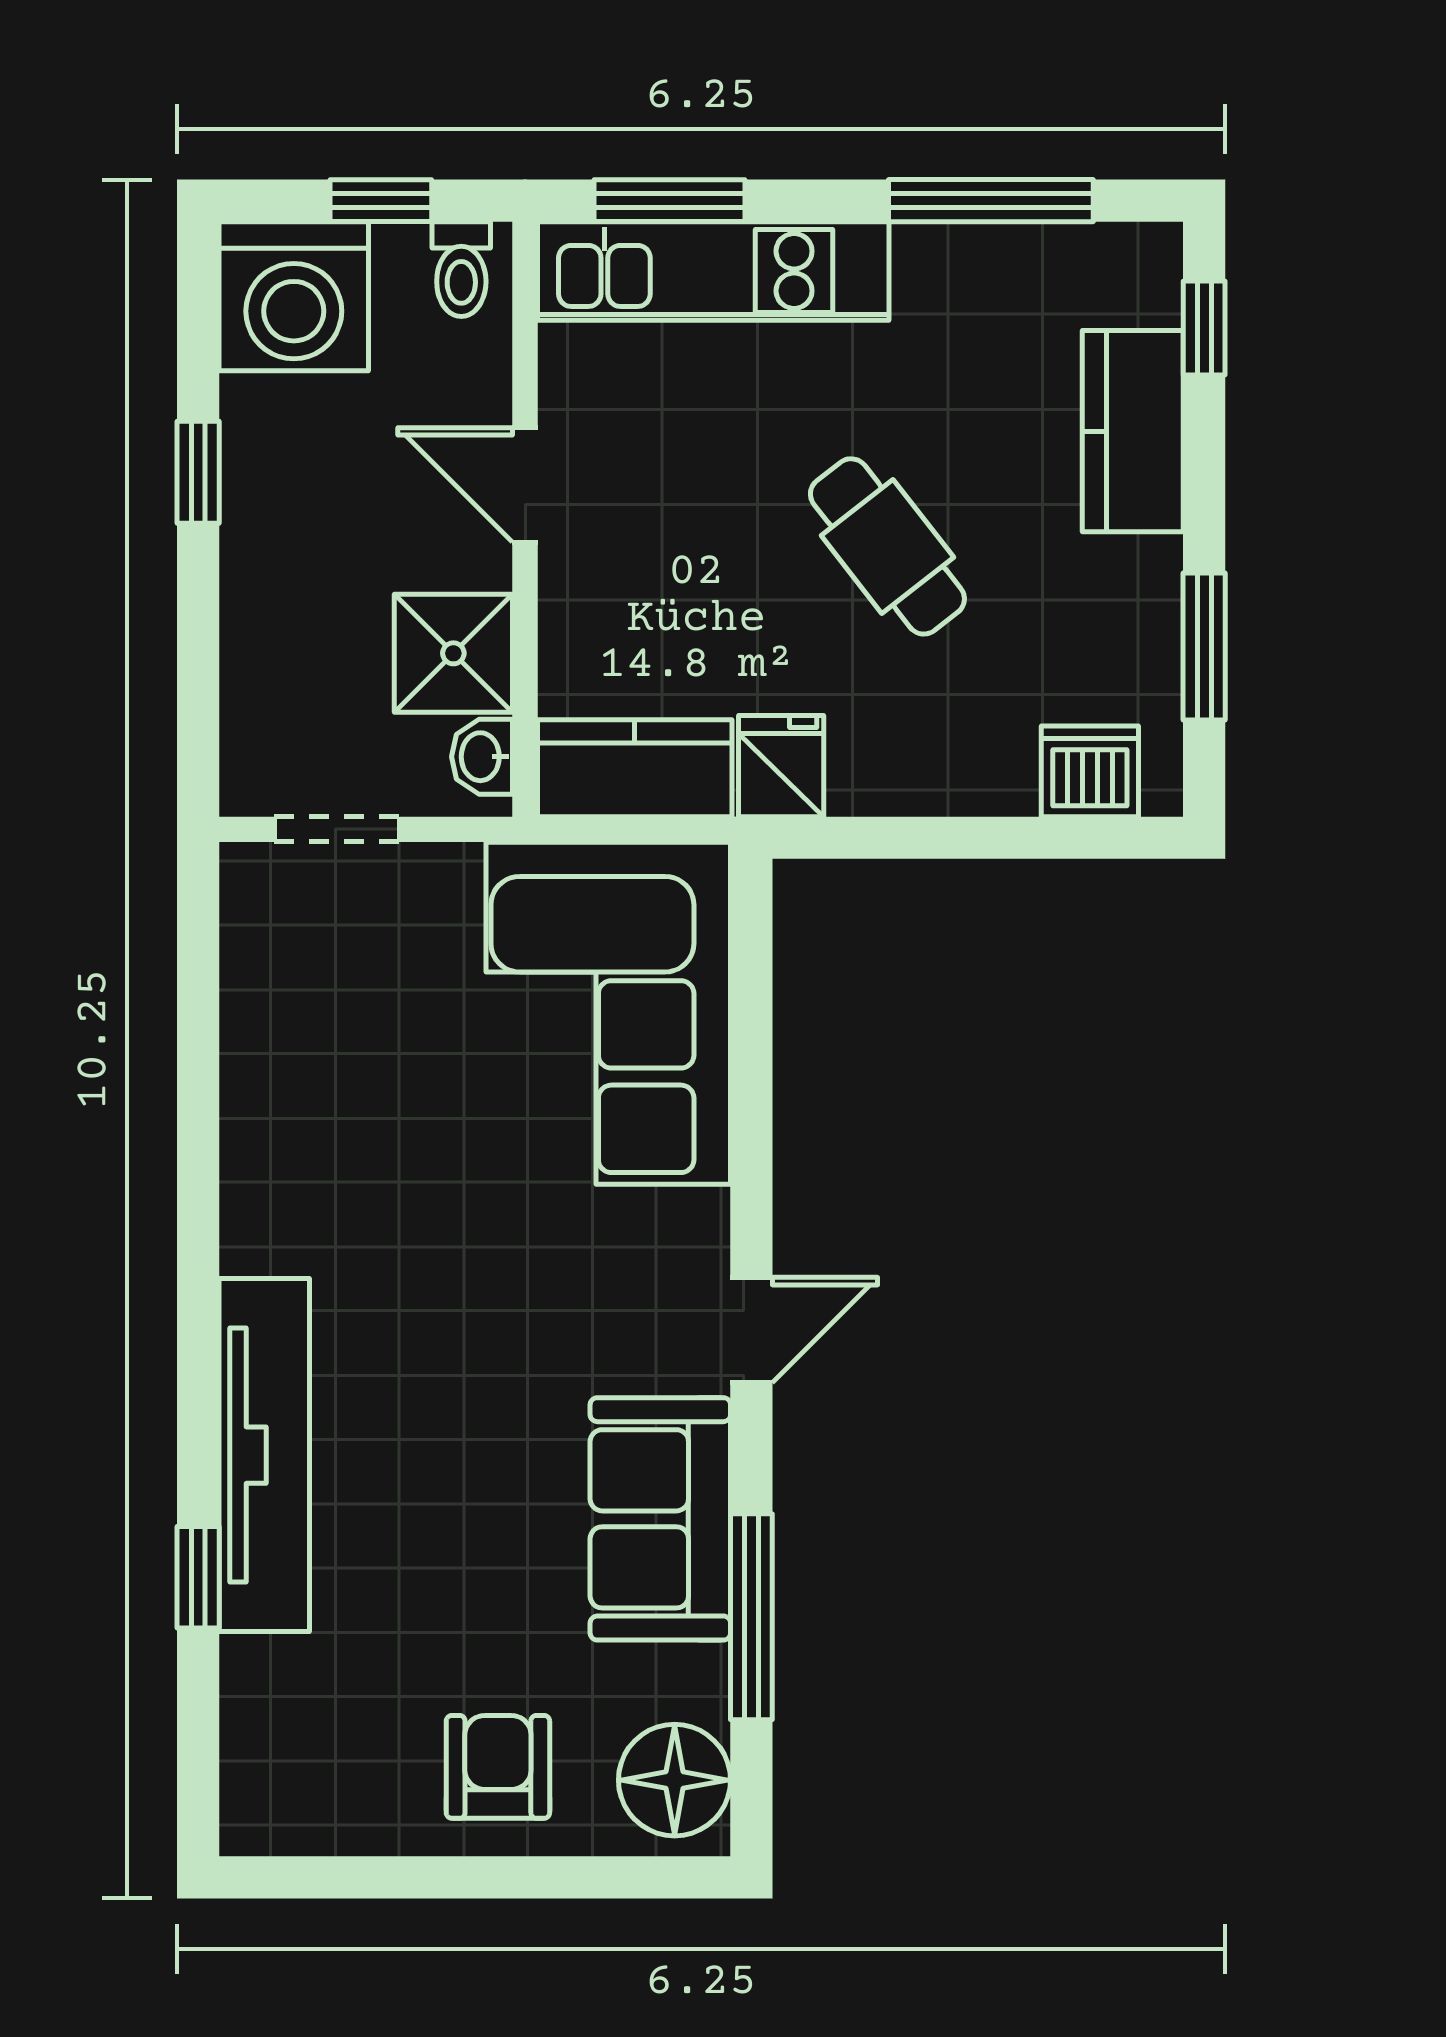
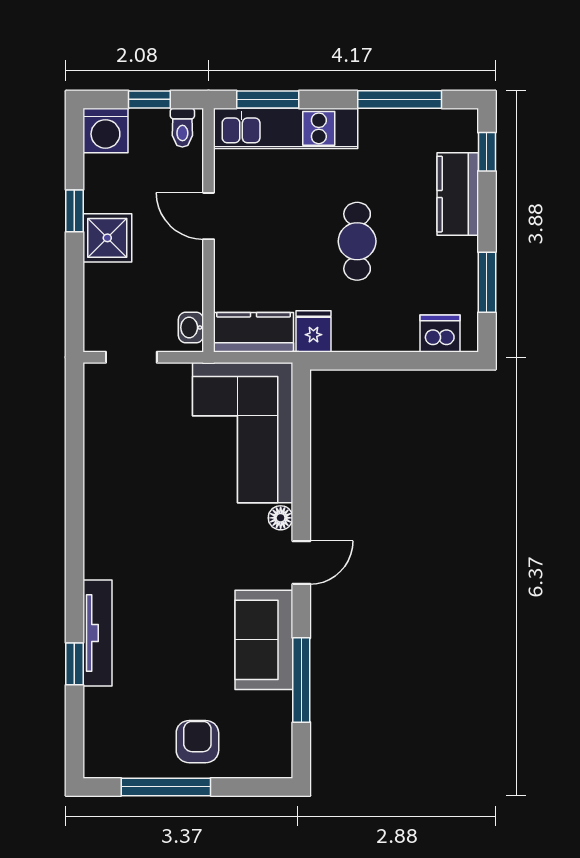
washing machine: (294, 296) -> (105, 130), width x0.73, depth x0.73
cafe table: (887, 546) -> (357, 241), turned 38
shower: (453, 653) -> (107, 238), moved
tv unit: (264, 1455) -> (97, 633), width x0.73, depth x0.78
floor lamp: (675, 1780) -> (281, 518), moved, width x0.53, depth x0.53
window: (421, 1877) -> (166, 787), added

